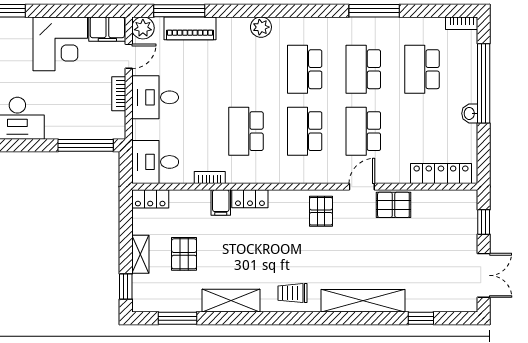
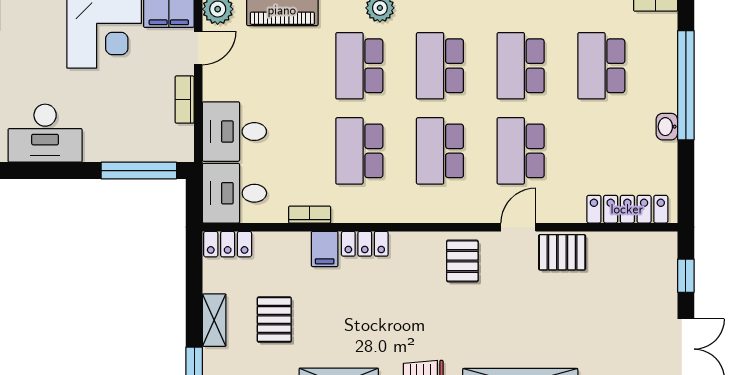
school desk: (246, 69) -> (359, 66), added
desk: (155, 97) -> (234, 132), moved

